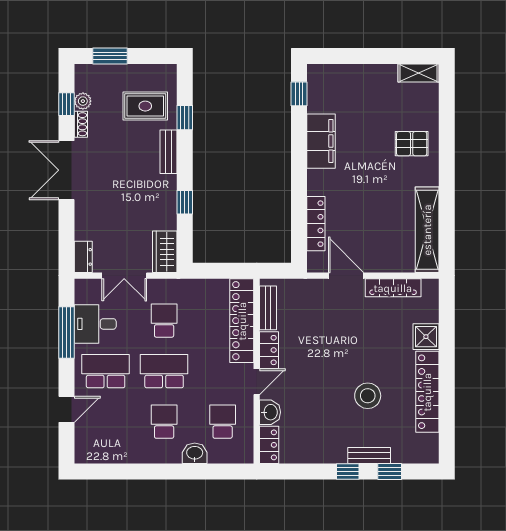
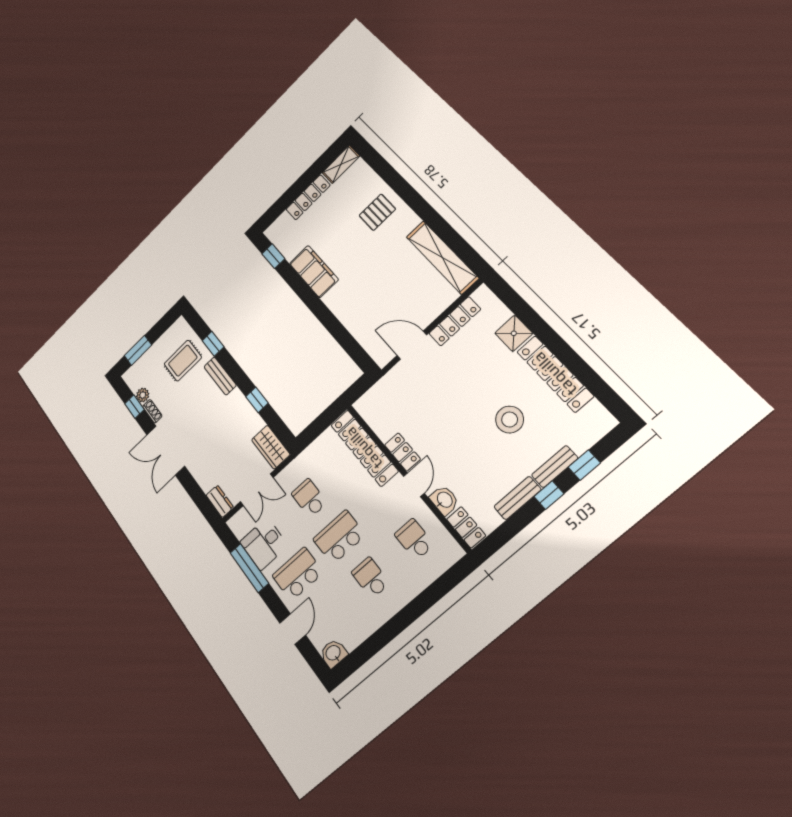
locker: (316, 224) -> (308, 197), moved, turned 90
bench: (268, 308) -> (517, 498), moved, turned 90
washbasin: (195, 453) -> (333, 653), moved

